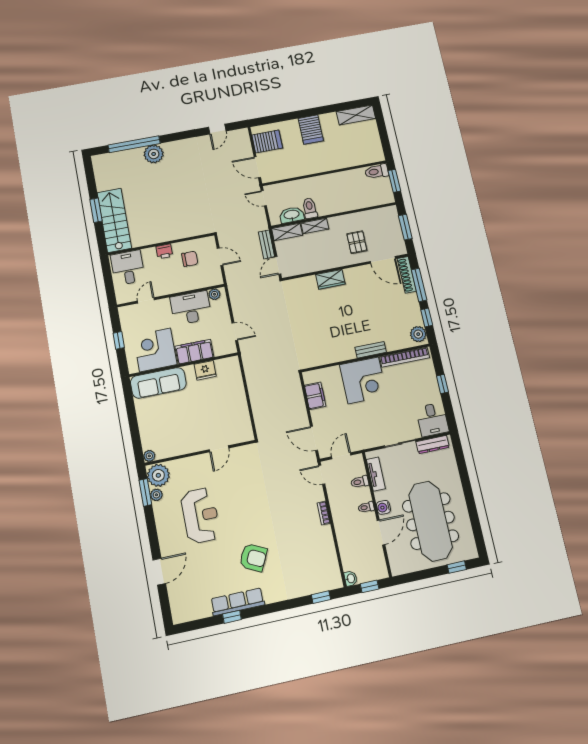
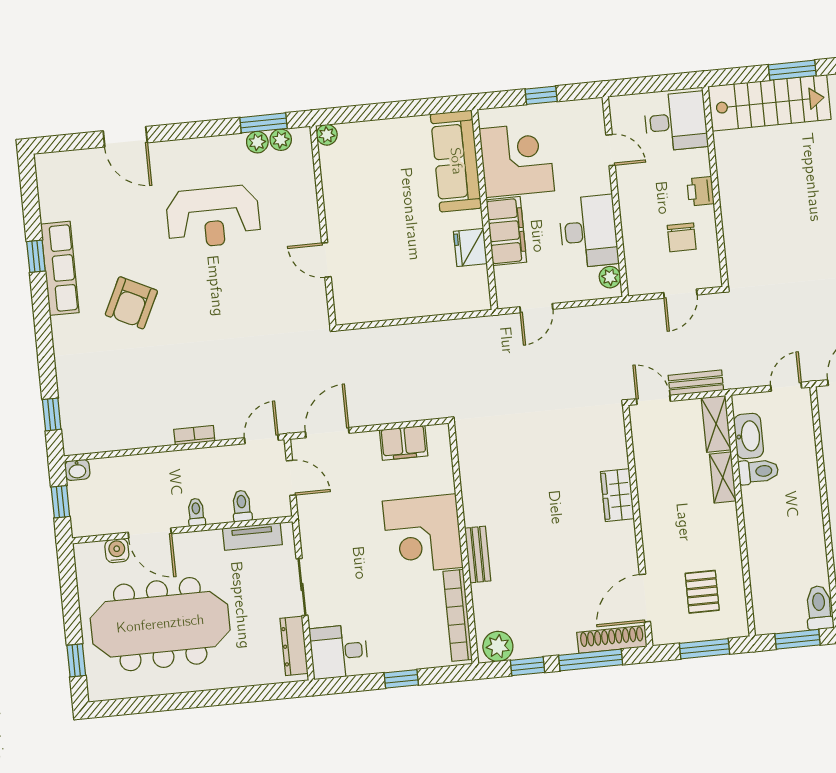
pallet: (357, 242) -> (702, 592), moved, turned 90
plant: (158, 475) -> (281, 140), width x0.53, depth x0.53
water cooler: (383, 507) -> (117, 551), moved

